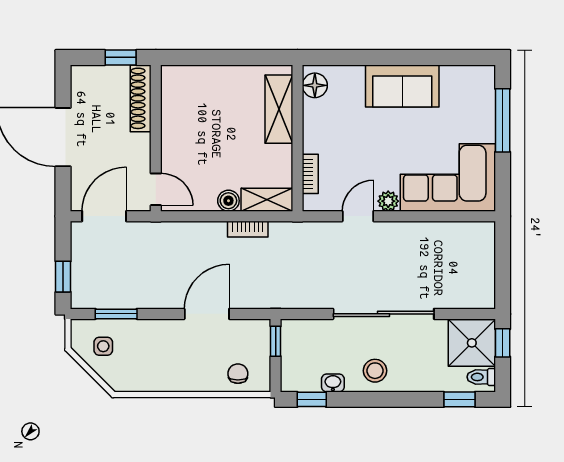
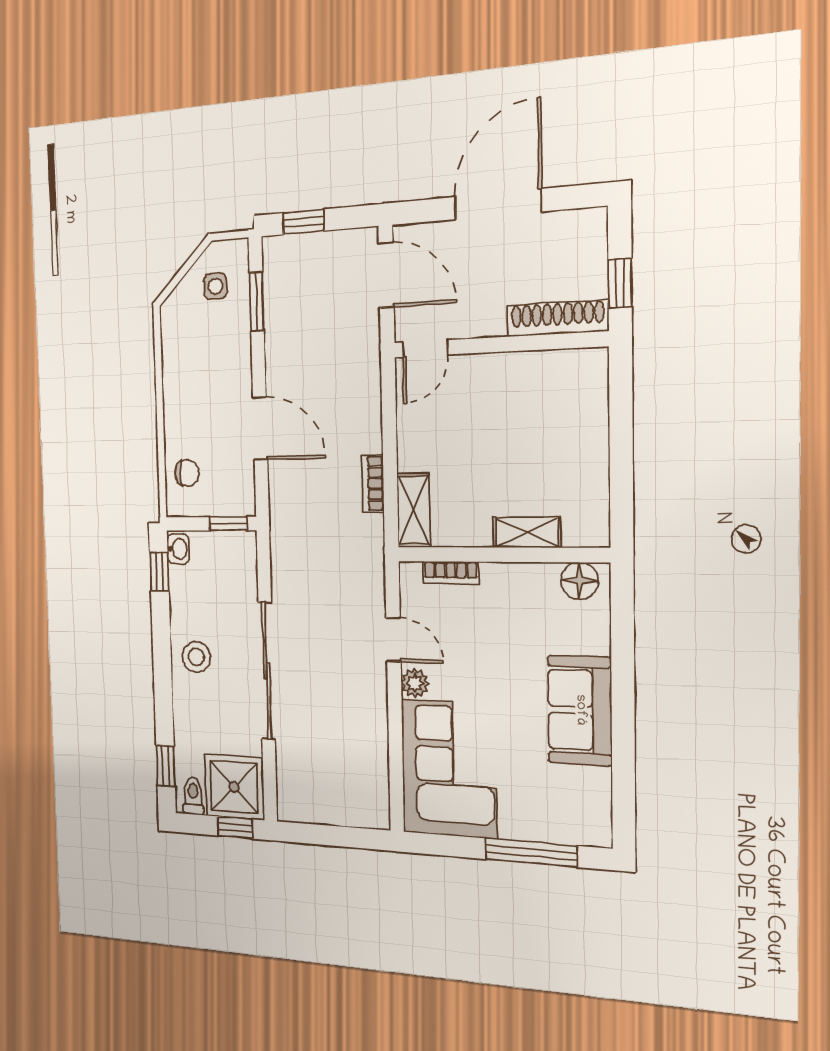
shelving: (279, 109) -> (527, 532), width x0.67, depth x0.75
boiler: (228, 201) -> (411, 455), removed
washbasin: (333, 383) -> (178, 549), moved

